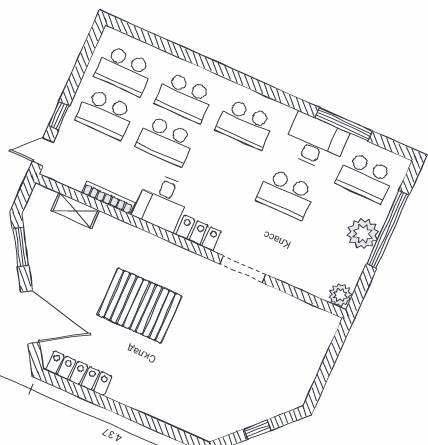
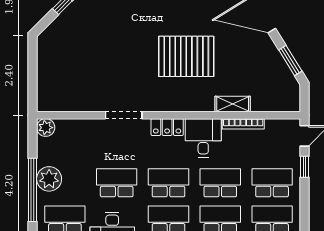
school desk: (226, 167) -> (168, 183), added
shelving: (75, 211) -> (233, 104), moved

